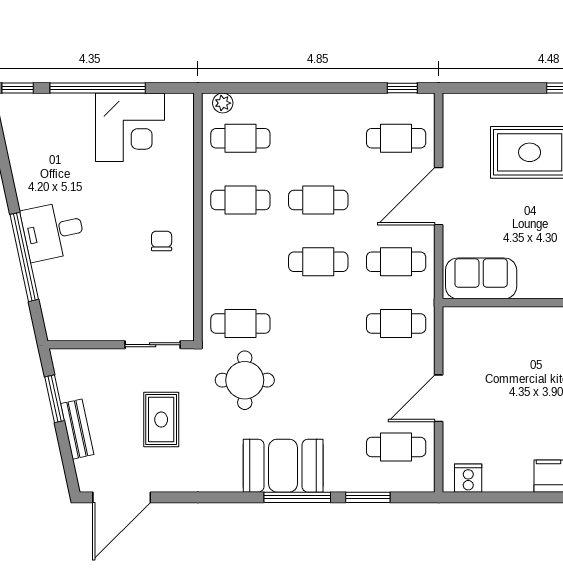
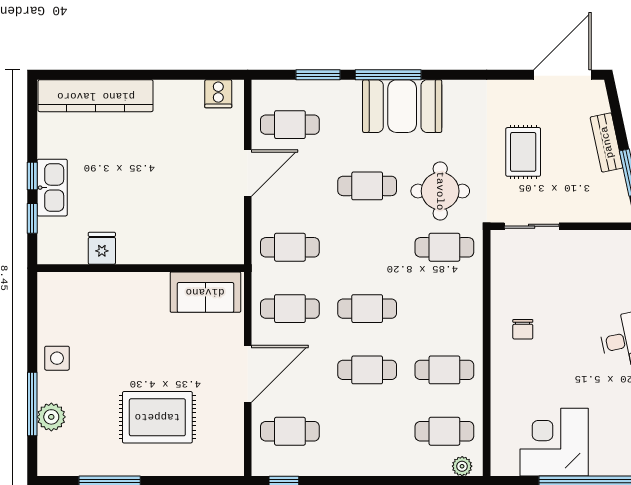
cafe table: (318, 385) -> (367, 186), added

